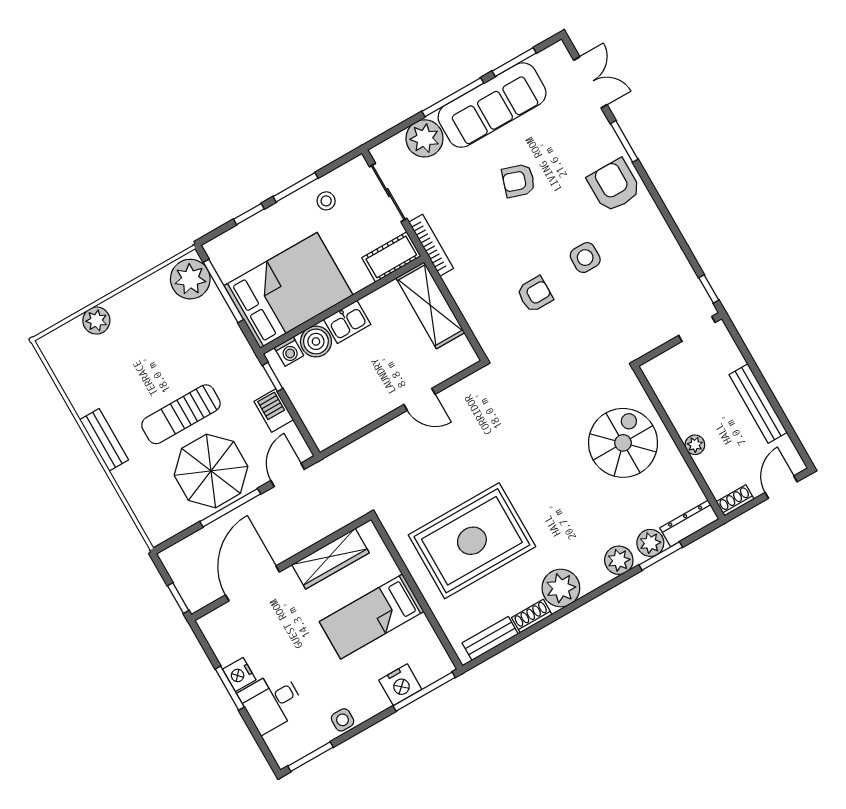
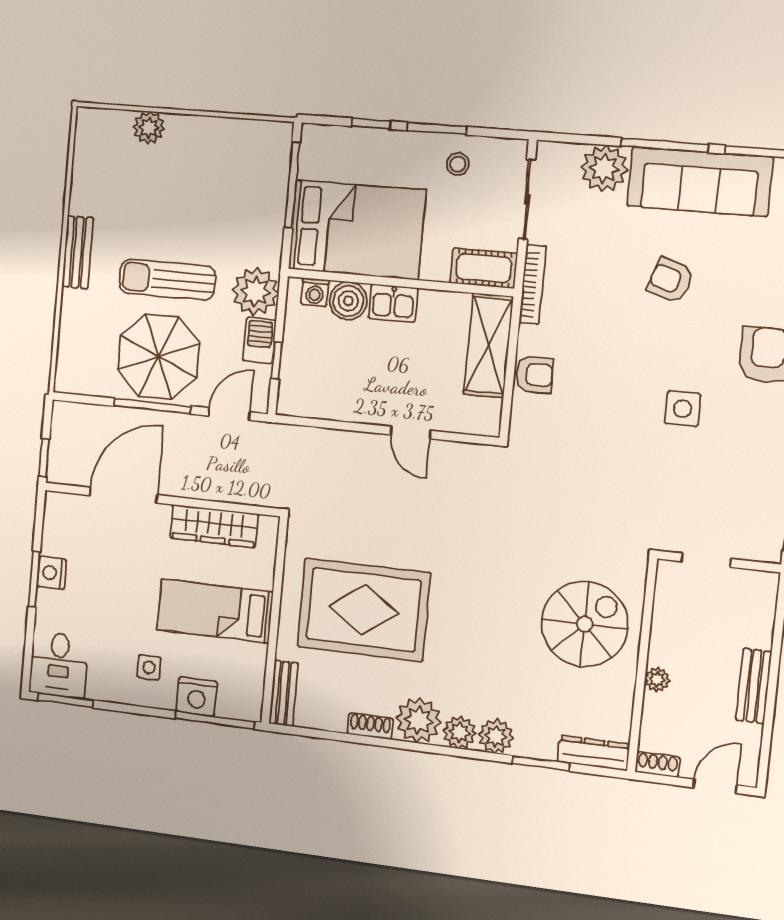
plant: (190, 279) -> (255, 292), moved
armchair: (535, 294) -> (534, 375), moved
doorway: (697, 329) -> (706, 560), moved
window: (273, 377) -> (276, 360), moved
bench: (758, 404) -> (754, 686), width x0.73
plant: (650, 543) -> (459, 732), moved
bench: (490, 638) -> (283, 693), moved, turned 90
desk: (272, 702) -> (59, 665), moved, turned -90
side table: (343, 720) -> (149, 667), moved

